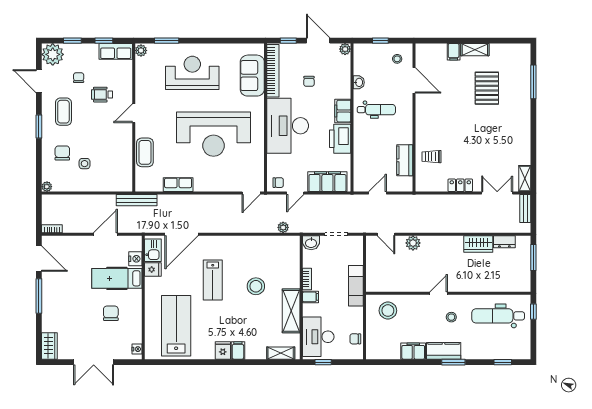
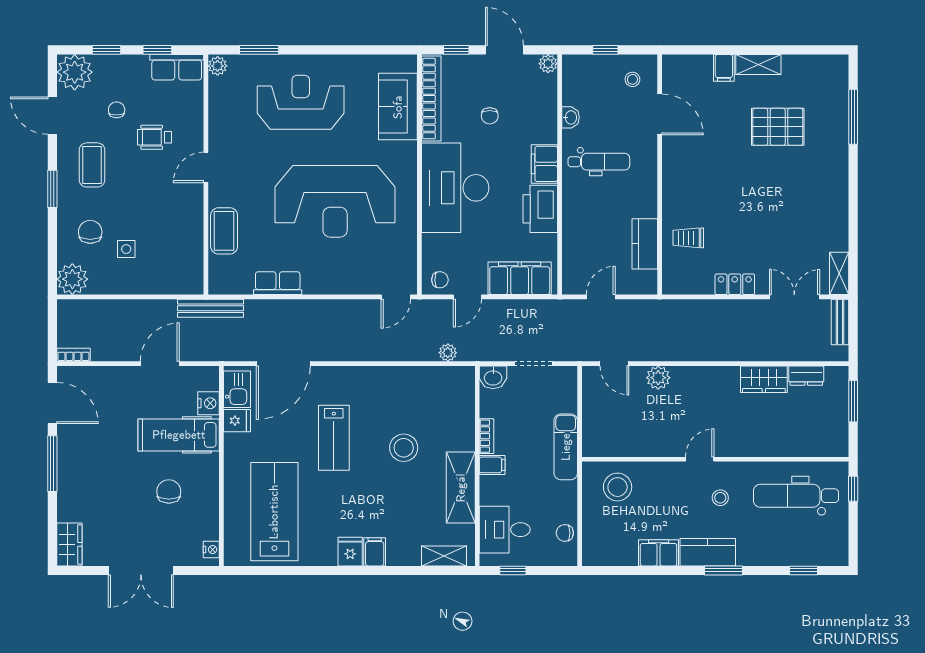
pallet: (487, 88) -> (778, 127), turned 90
plant: (47, 187) -> (72, 279), width x1.87, depth x1.87
desk: (318, 337) -> (505, 530), width x0.73

